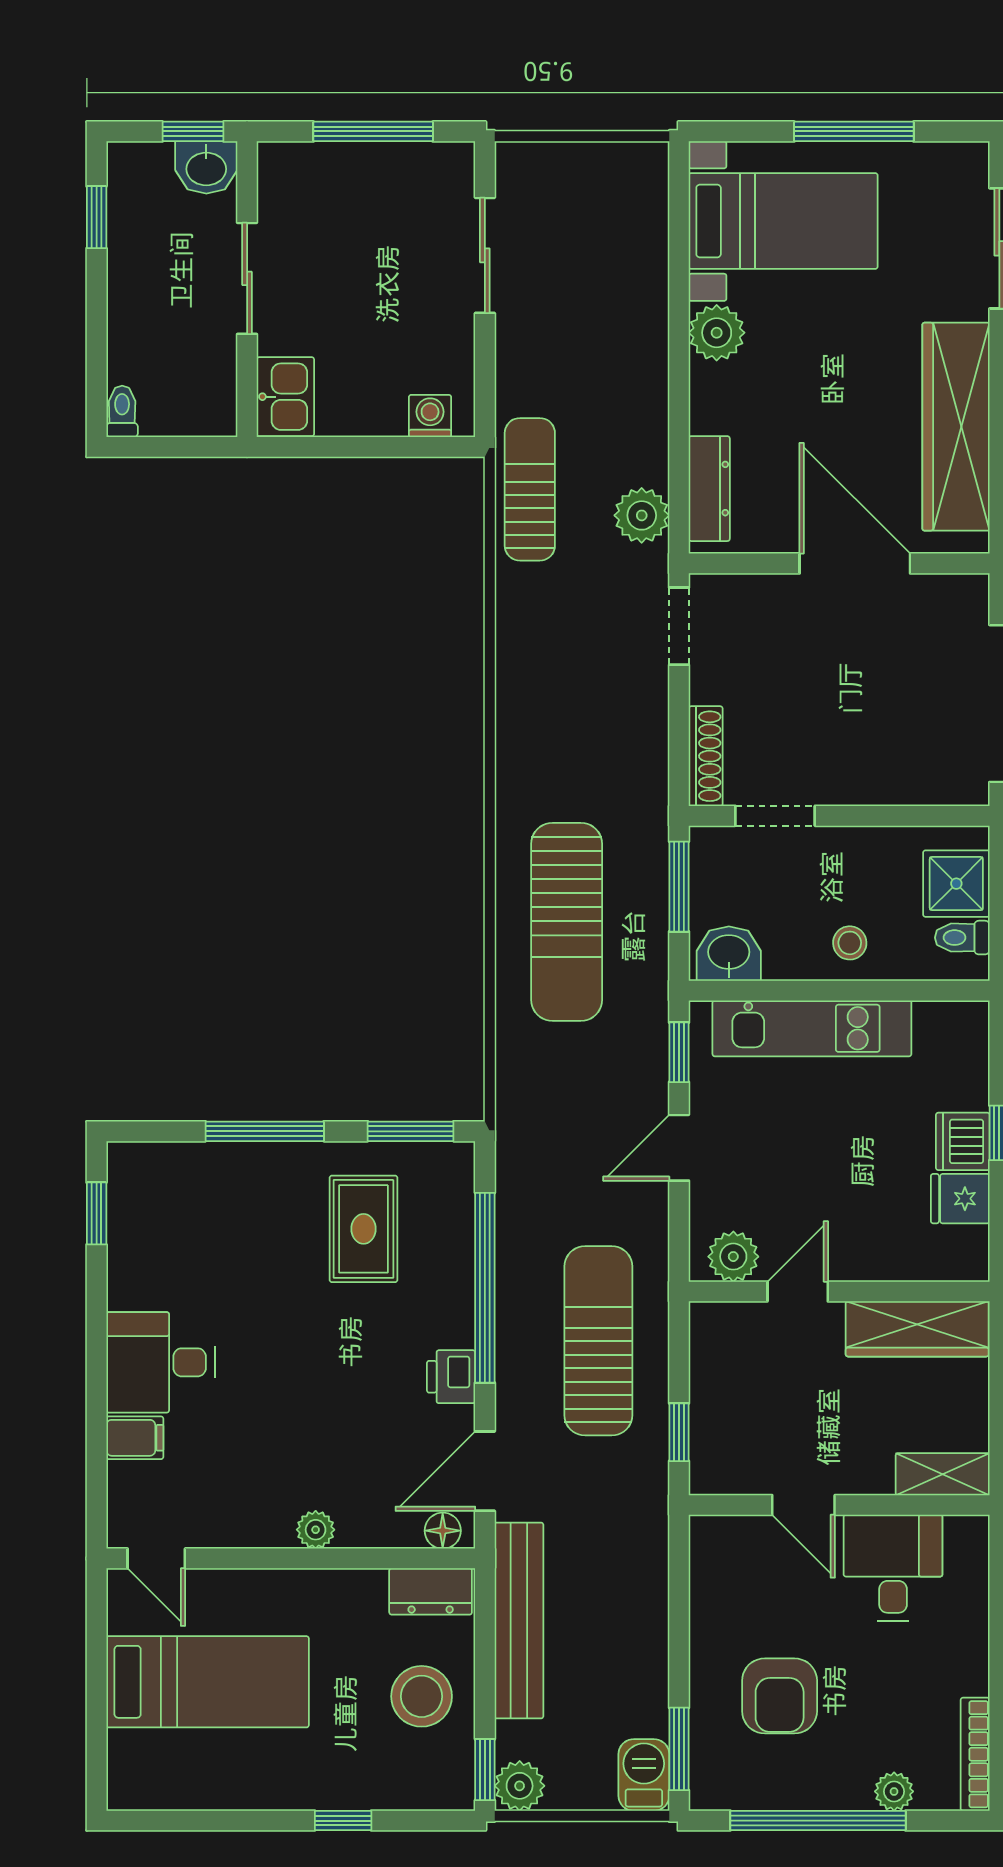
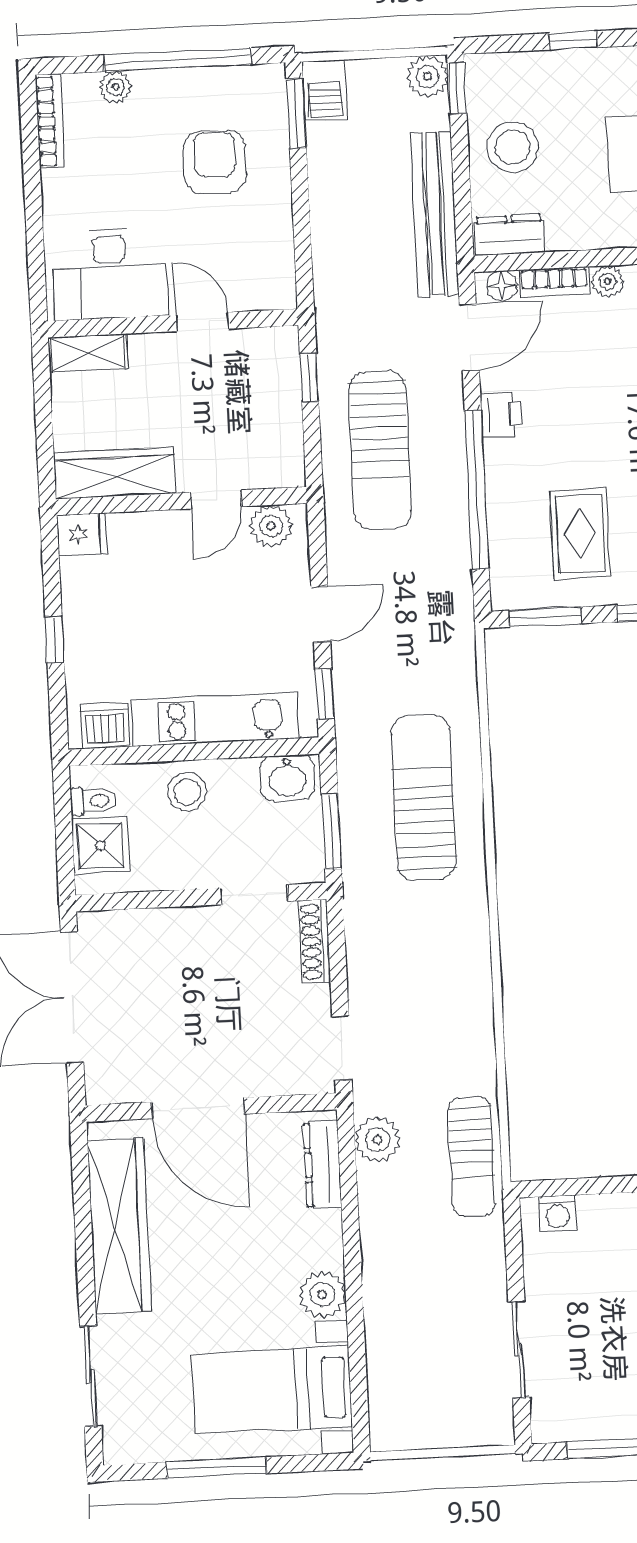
stool: (850, 943) -> (187, 792), width x1.37, depth x1.37
dishwasher: (963, 1141) -> (105, 726), moved, turned -90
fridge: (960, 1199) -> (82, 535), moved
bookcase: (380, 1532) -> (554, 282), added
desk: (893, 1568) -> (110, 274), width x1.37

